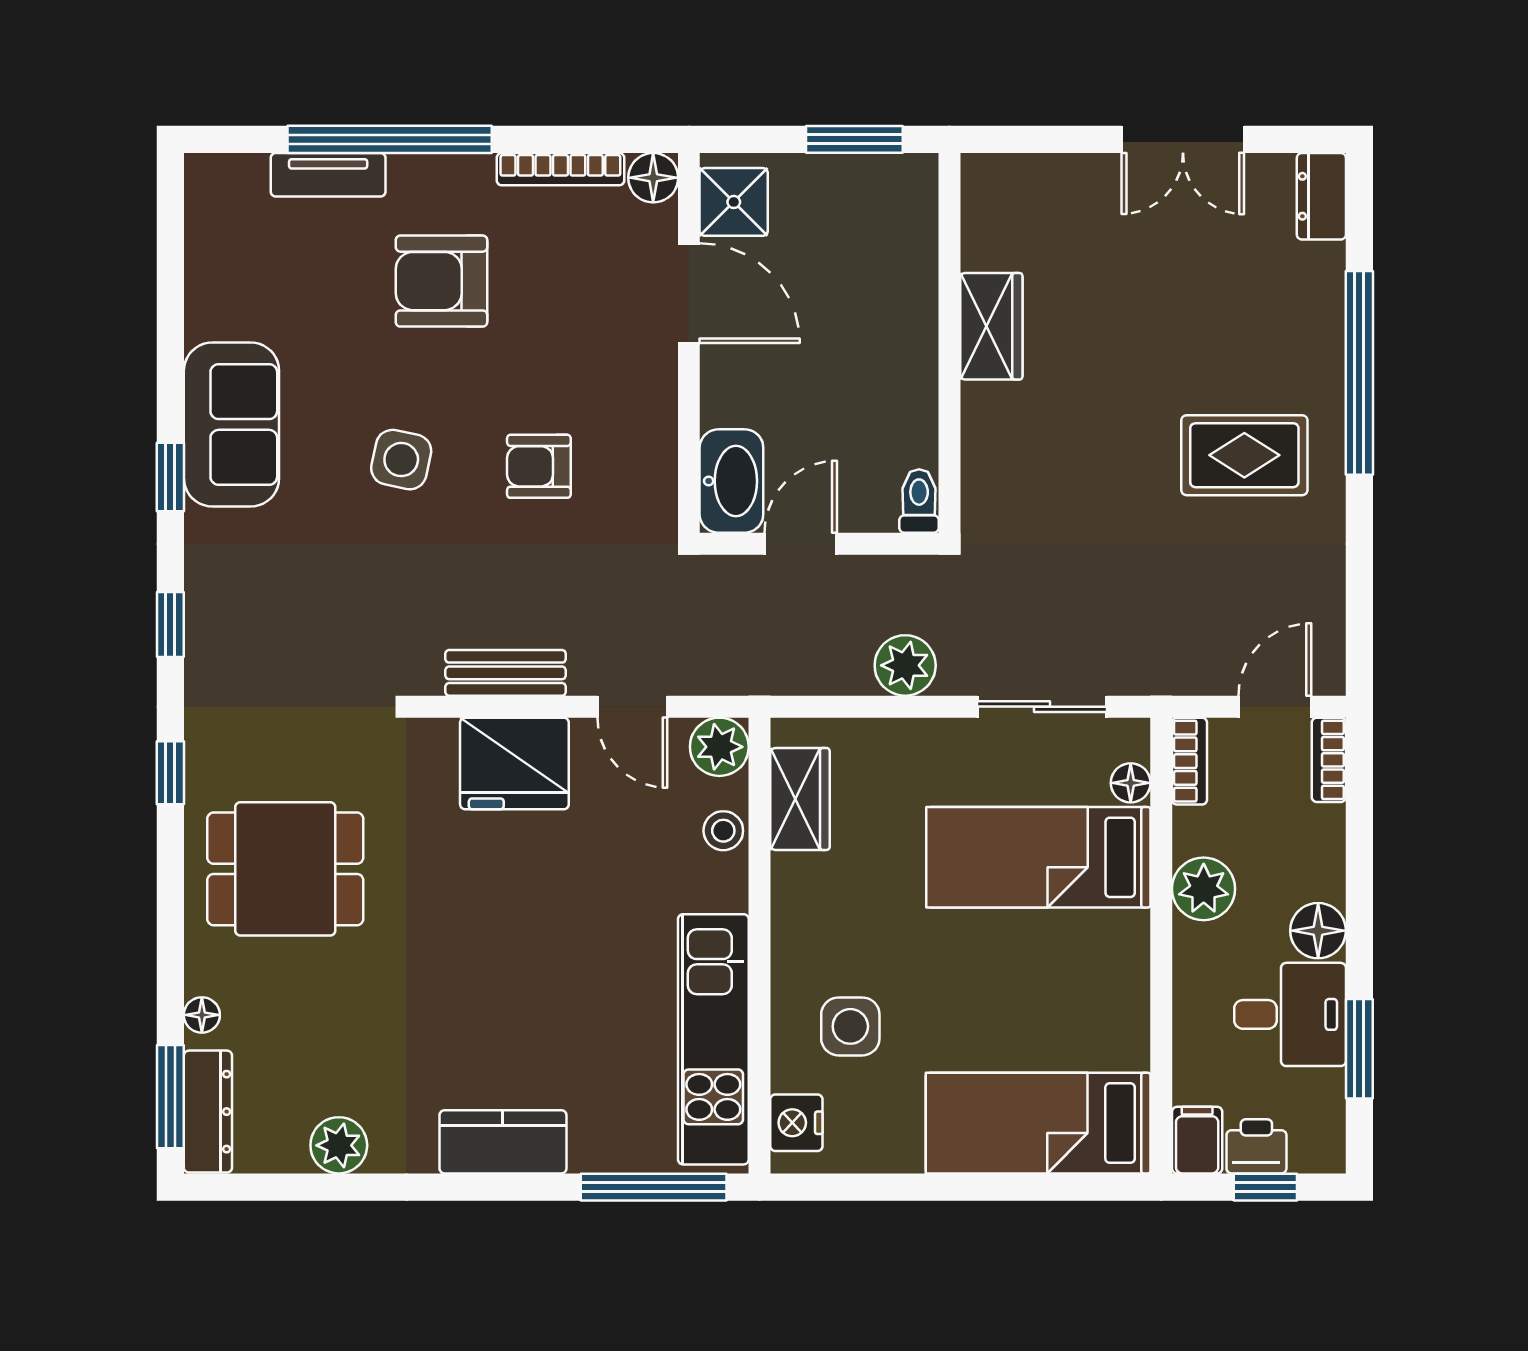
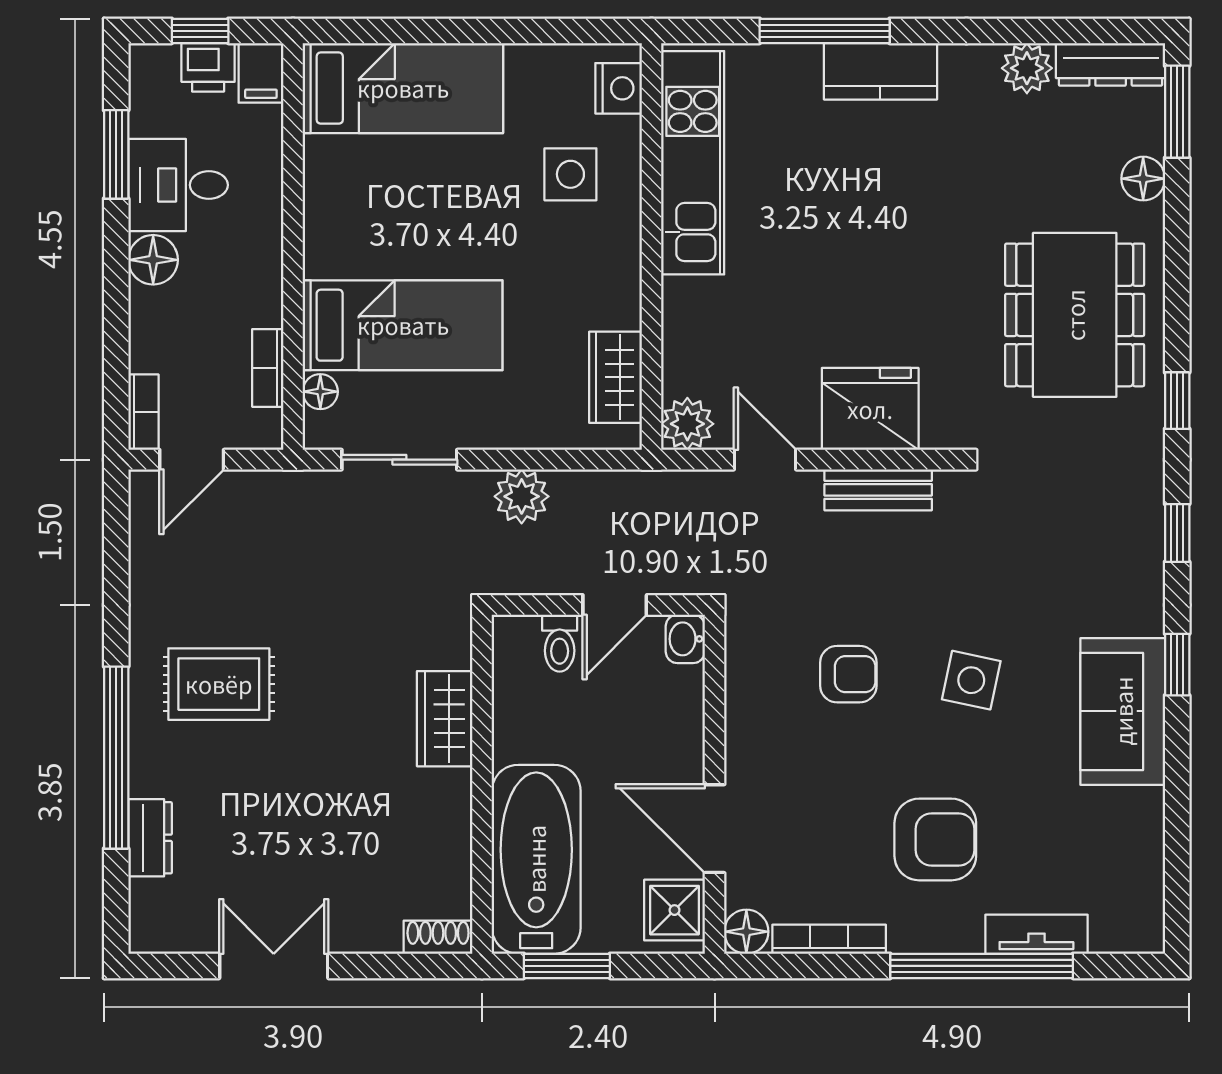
shoe rack: (999, 172) -> (438, 937), added
dresser: (1321, 196) -> (150, 838), moved
bathtub: (889, 259) -> (536, 859), added
wardrobe: (991, 326) -> (445, 719), moved
washbasin: (731, 481) -> (685, 639), width x0.52, depth x0.69
toilet: (919, 501) -> (560, 643), moved
bookcase: (1189, 761) -> (268, 368), moved
stool: (723, 831) -> (684, 349), removed
dining table: (285, 869) -> (1075, 315), width x1.38
plant: (1204, 889) -> (255, 297), removed
floor lamp: (202, 1015) -> (1143, 179), width x1.37, depth x1.37
dresser: (208, 1112) -> (1111, 64), moved, turned -90
window: (654, 1187) -> (825, 31), moved

